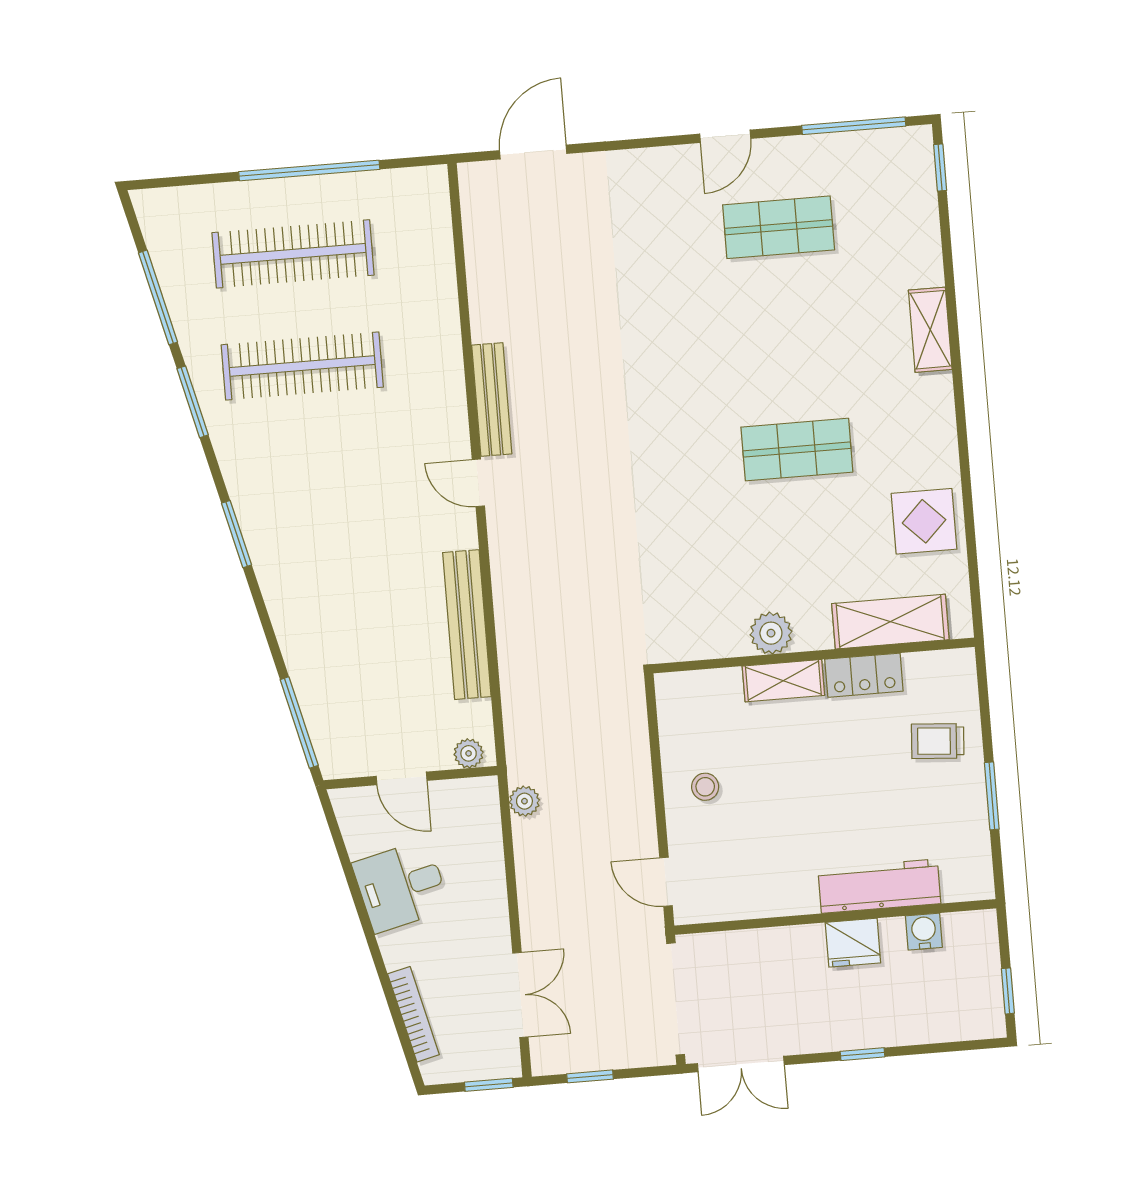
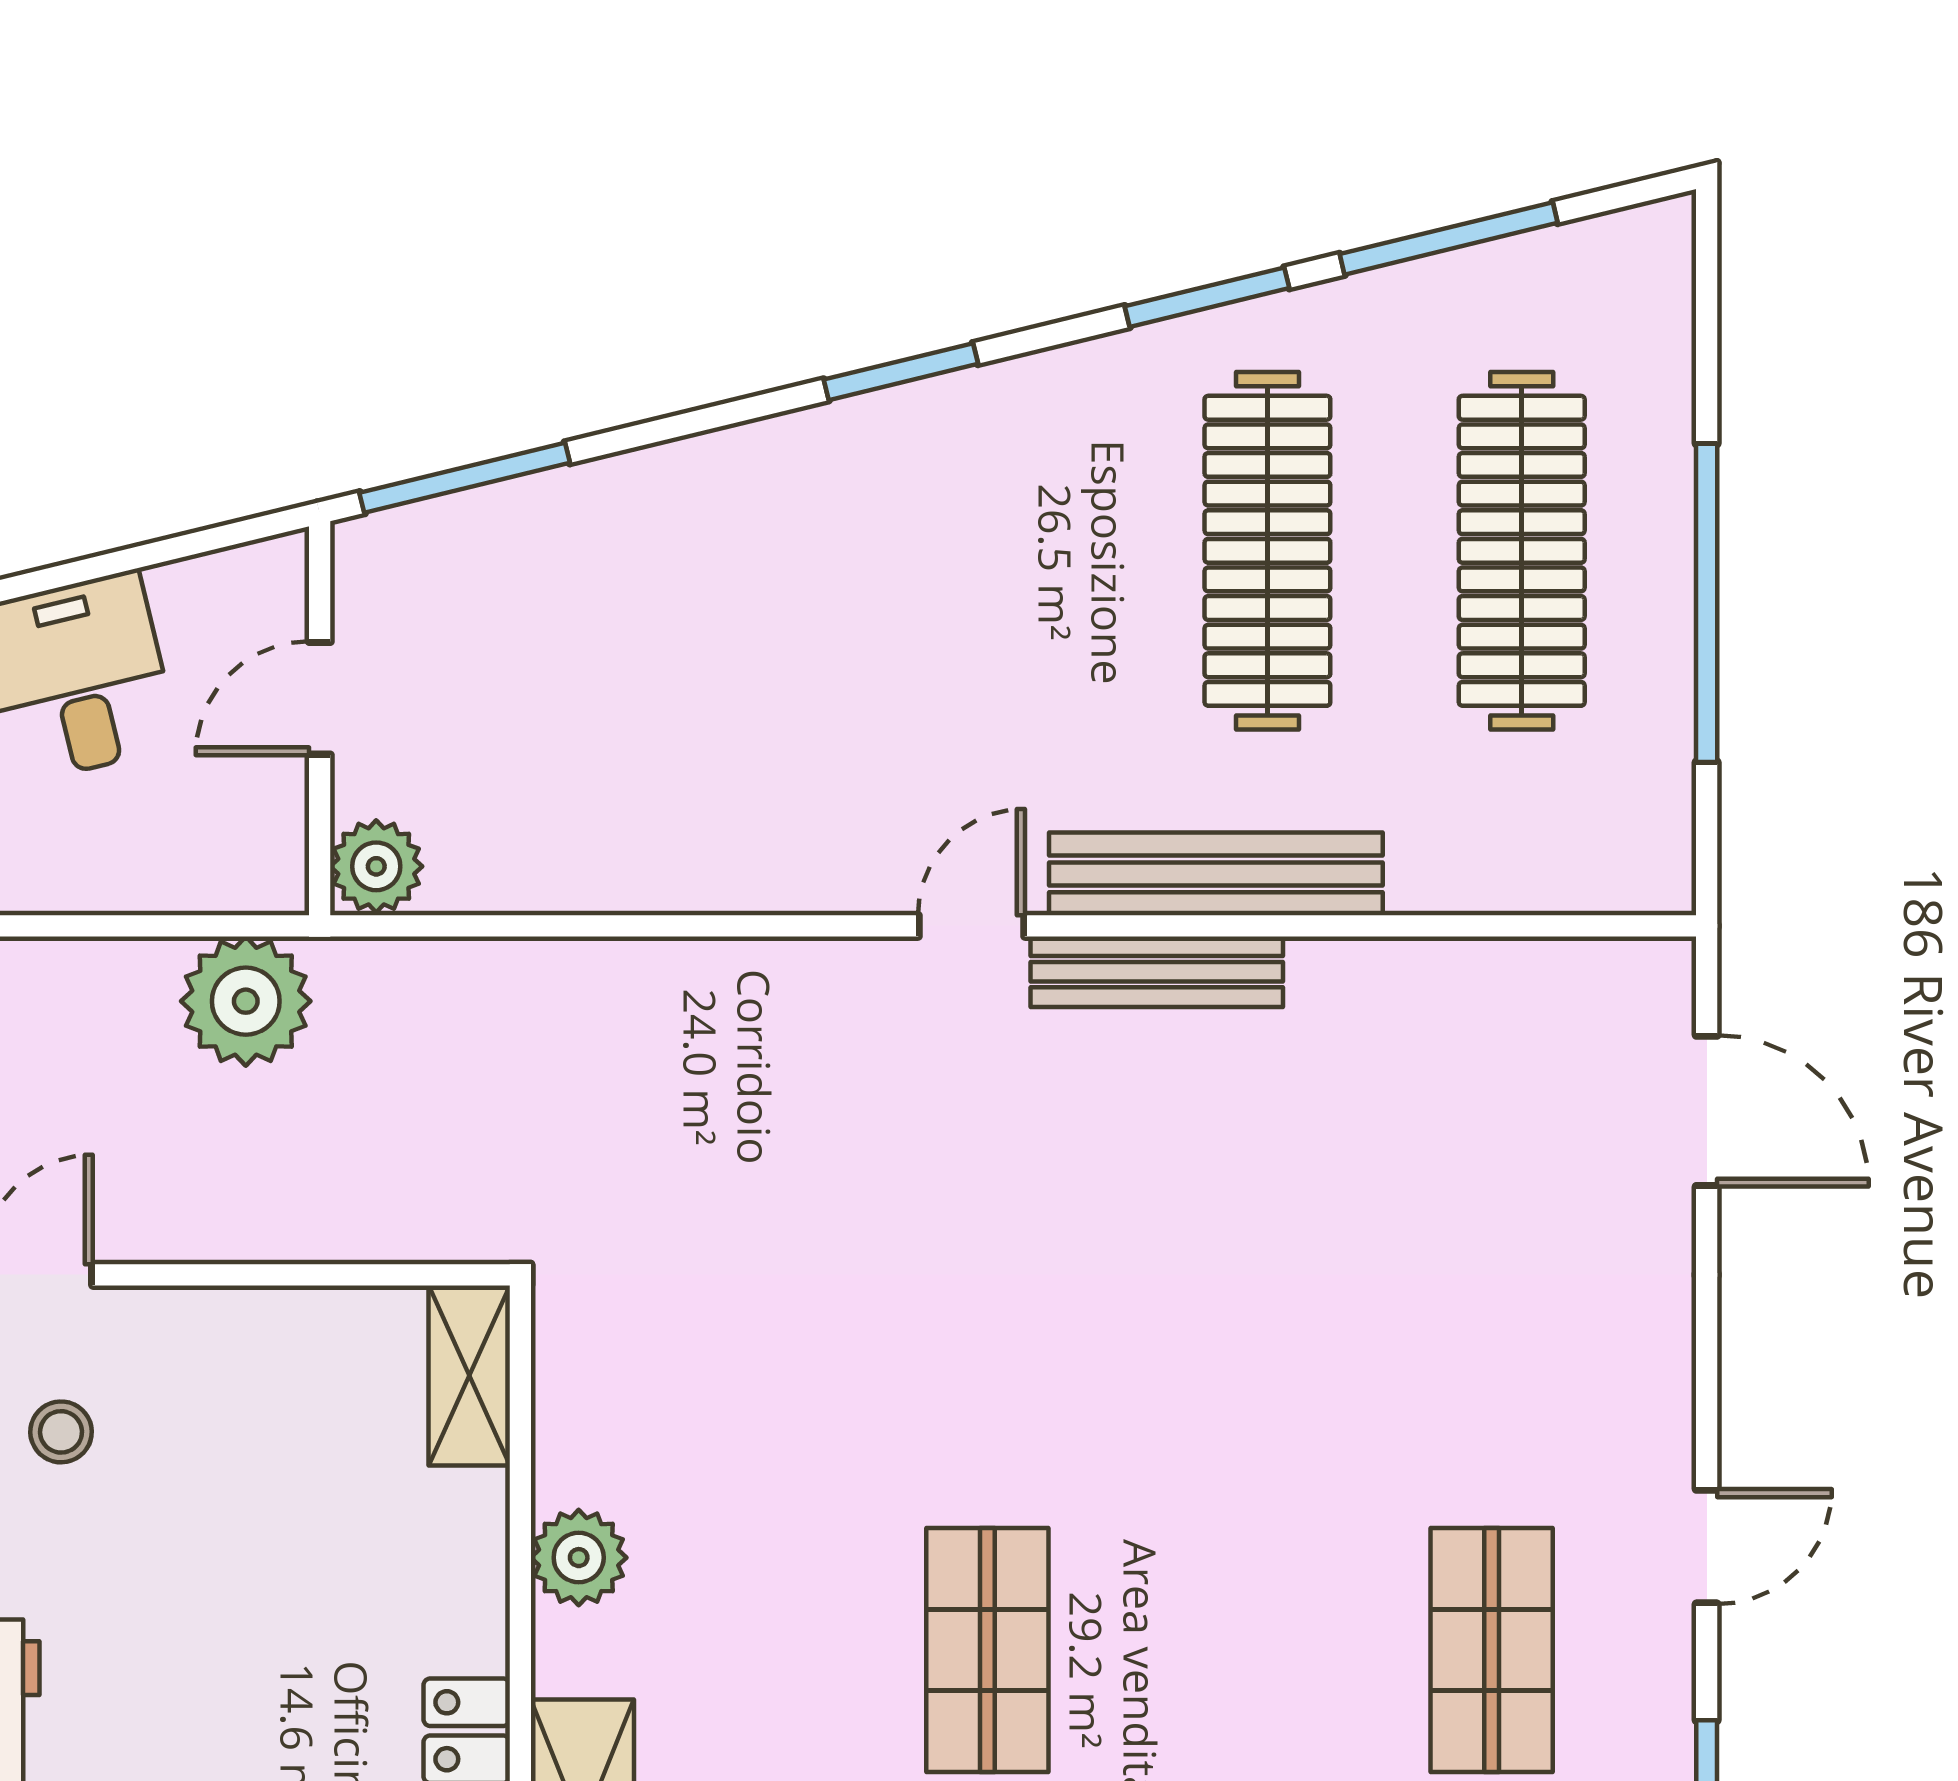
door: (725, 136) -> (1707, 1547), swing flipped
bench: (467, 625) -> (1216, 874), moved
shelving: (783, 681) -> (469, 1375), moved
plant: (469, 753) -> (376, 866), width x1.38, depth x1.38
stool: (705, 787) -> (61, 1432), moved
plant: (524, 801) -> (246, 1001), width x1.87, depth x1.87

